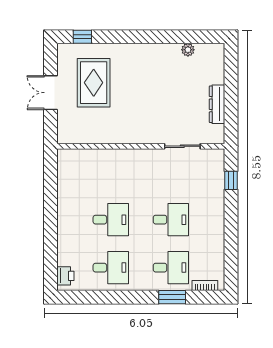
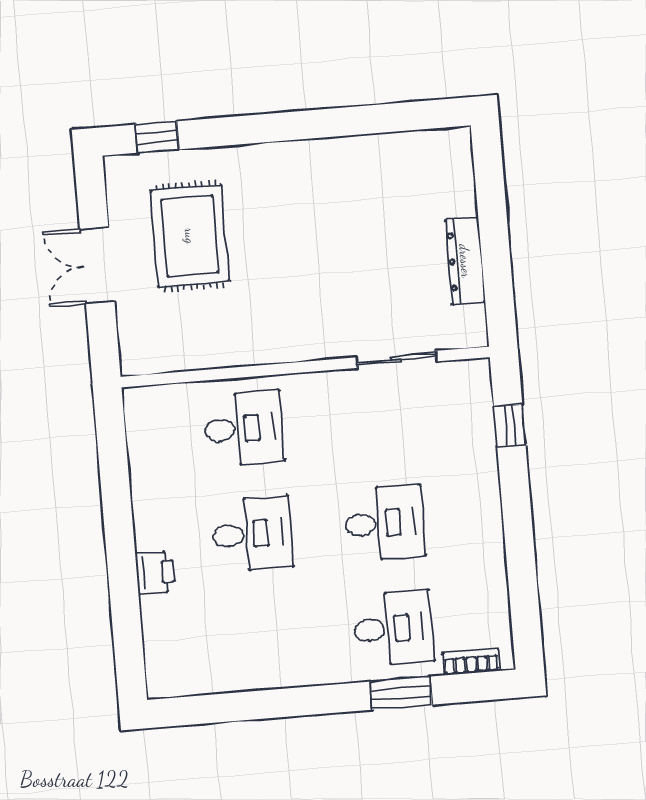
plant: (188, 50) -> (391, 146), removed
desk: (111, 268) -> (244, 428), moved
printer: (65, 276) -> (155, 573), moved

